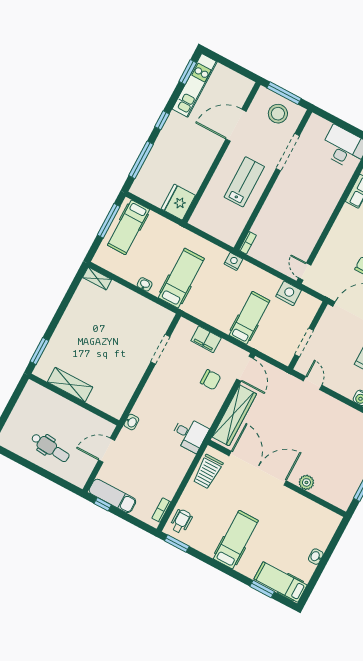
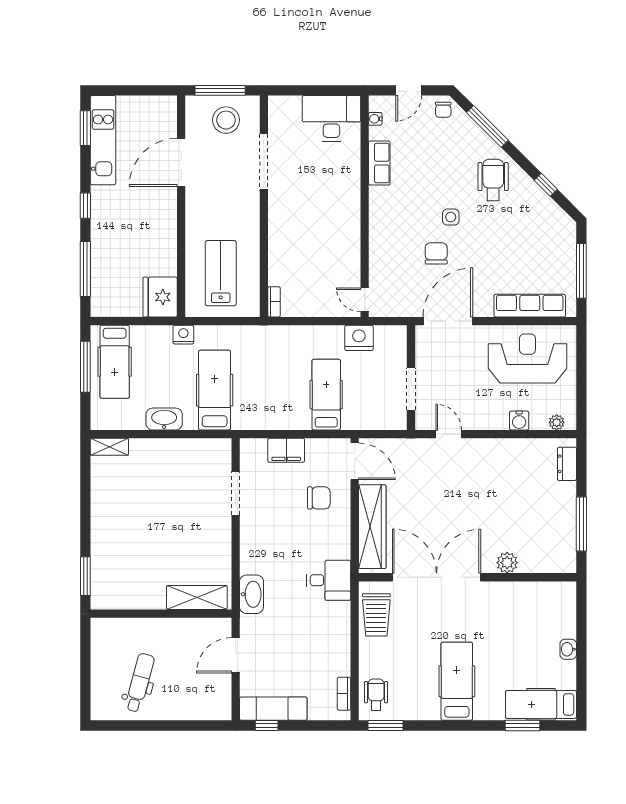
lab bench: (244, 182) -> (221, 273), moved
nightstand: (233, 261) -> (183, 335), moved
washbasin: (145, 284) -> (164, 419), width x1.91, depth x1.45
shelving: (70, 385) -> (197, 597), moved
washbasin: (131, 422) -> (251, 594), width x1.91, depth x1.45
dental chair: (50, 448) -> (140, 683), moved, turned -80

